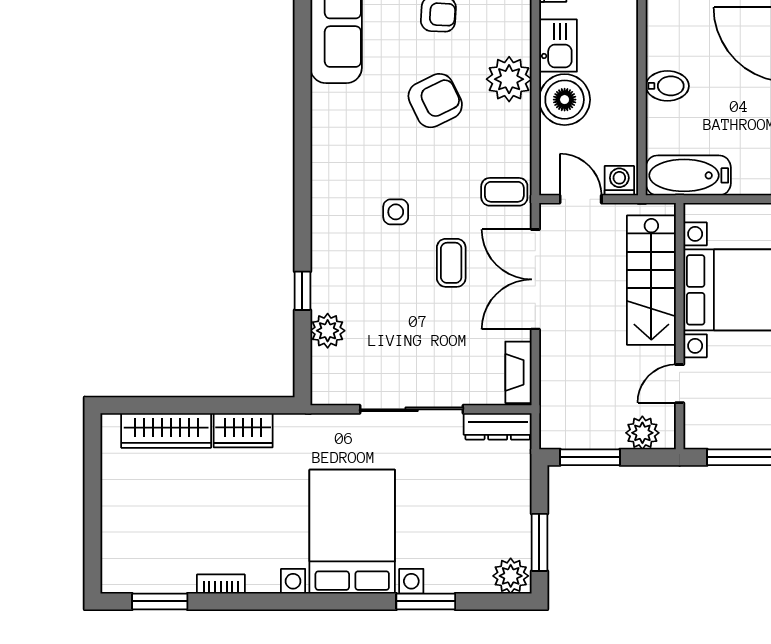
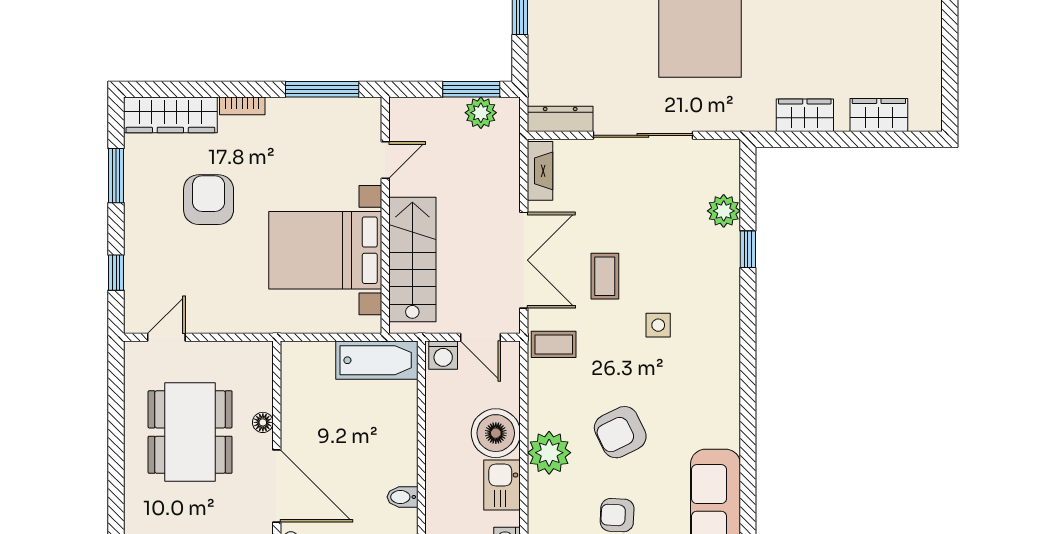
bidet: (667, 86) -> (402, 497), moved, width x0.72, depth x0.74
wardrobe: (166, 430) -> (879, 115), width x0.67
plant: (642, 433) -> (481, 113), moved

